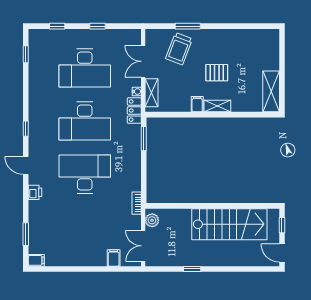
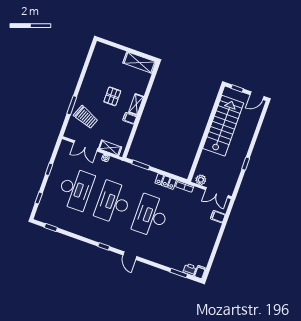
locker: (134, 111) -> (166, 181), moved
desk: (85, 121) -> (113, 202), turned 180
door: (26, 165) -> (130, 256), hinge flipped
printer: (35, 192) -> (190, 269), moved

